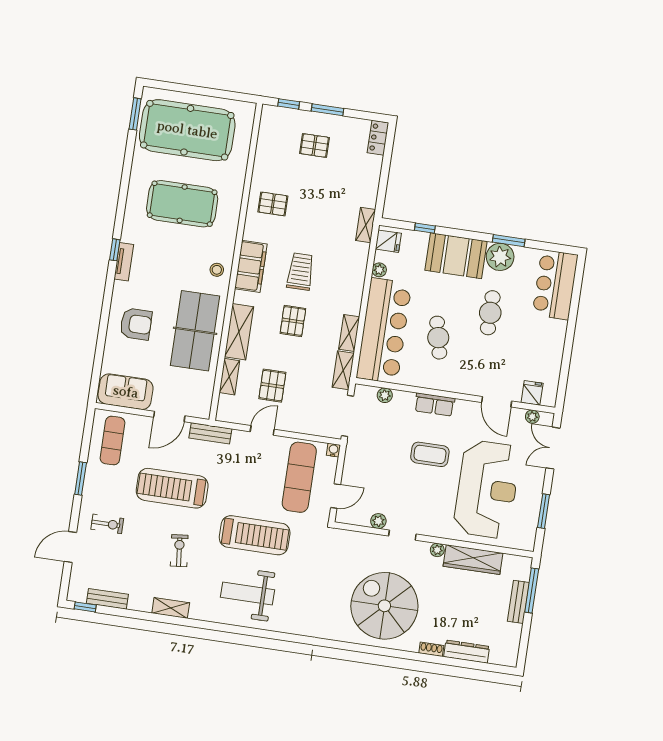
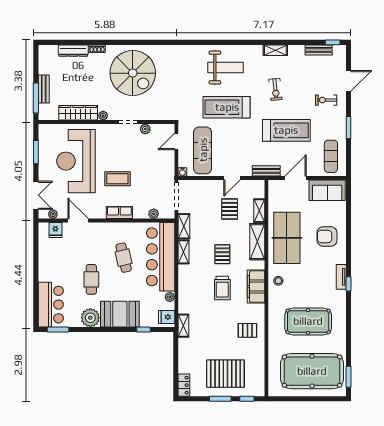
pallet: (314, 145) -> (225, 374), width x2.05, depth x2.00
window: (509, 241) -> (58, 329), moved

